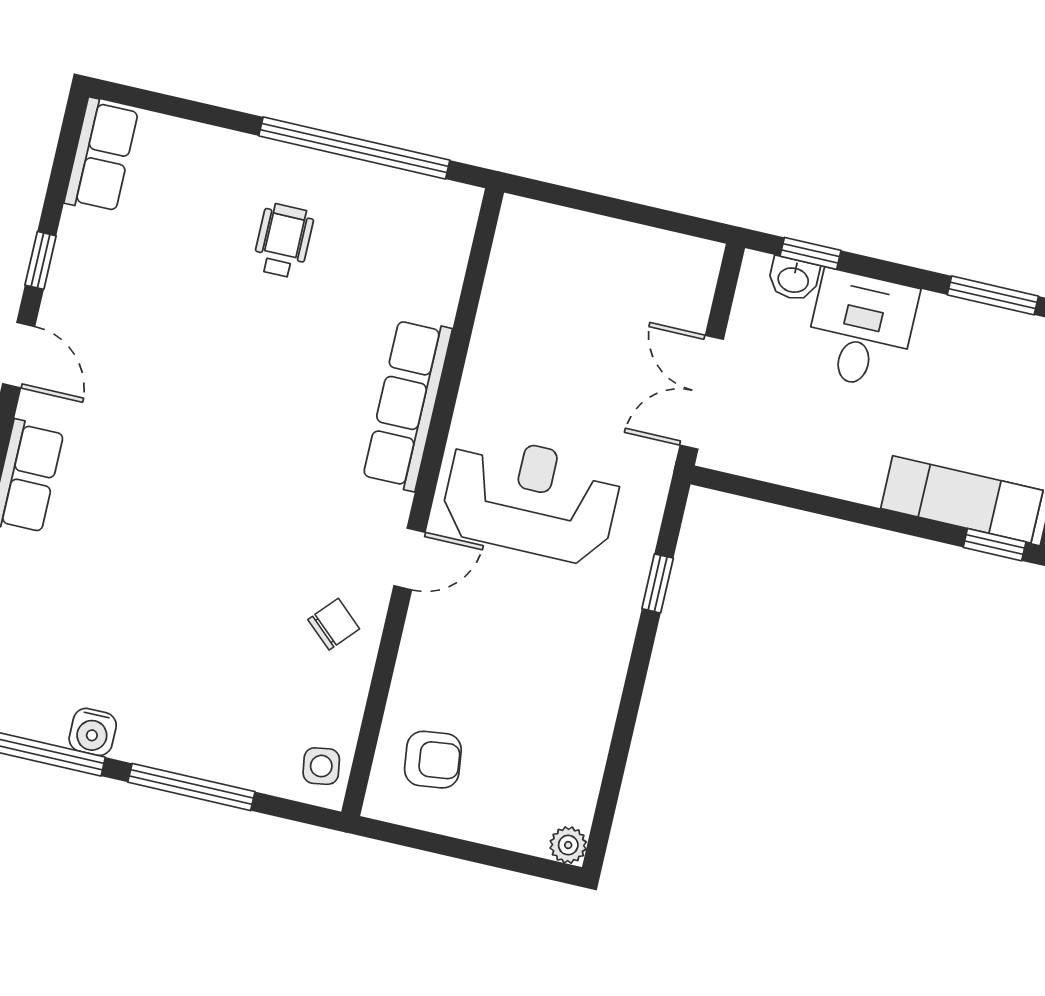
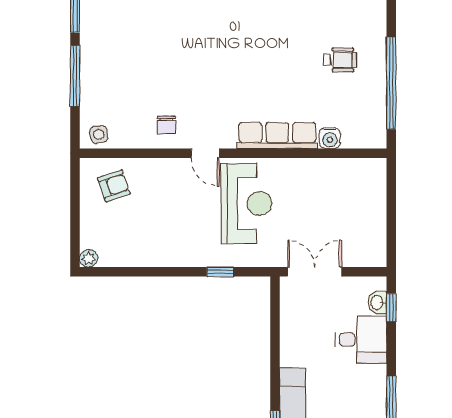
chair: (334, 624) -> (166, 125), turned 48
water cooler: (93, 732) -> (330, 138), moved, turned -90
armchair: (433, 760) -> (114, 186), turned -102

